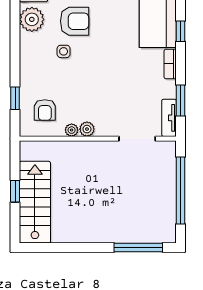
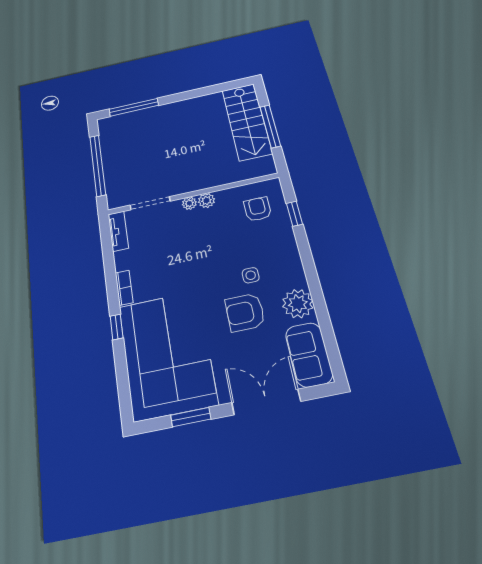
window: (181, 100) -> (108, 251), removed
plant: (72, 130) -> (189, 203), moved
window: (15, 191) -> (270, 126), width x2.17

